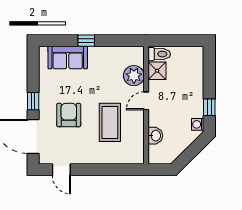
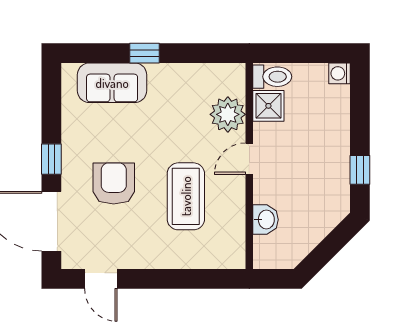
washing machine: (198, 124) -> (339, 73), moved

